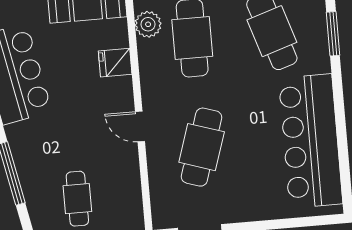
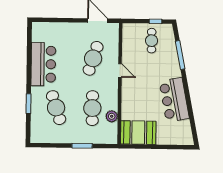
fridge: (115, 63) -> (128, 100), removed
bar counter: (311, 141) -> (43, 64), width x0.73

